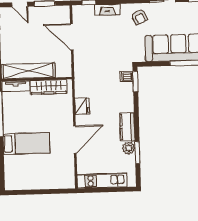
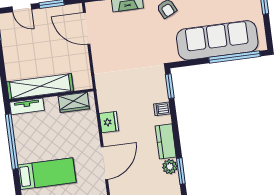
door: (72, 37) -> (87, 28), moved
dishwasher: (126, 77) -> (162, 109), moved
wardrobe: (49, 87) -> (74, 102), width x0.67

